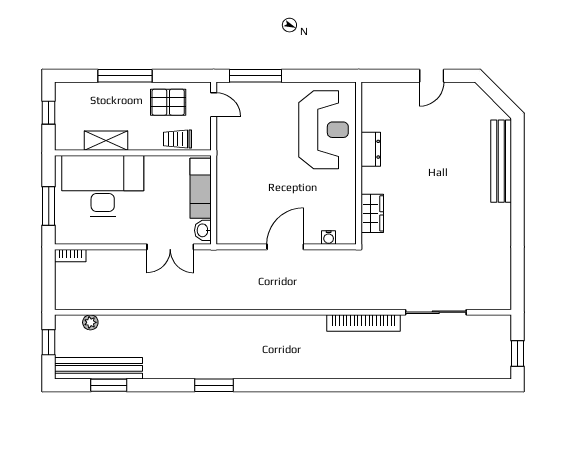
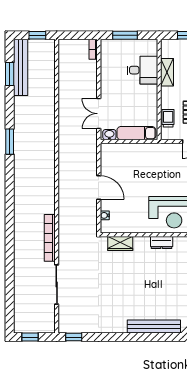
desk: (103, 186) -> (142, 70), width x0.53, depth x0.77
window: (518, 286) -> (74, 337), added
plant: (90, 322) -> (50, 62), removed

